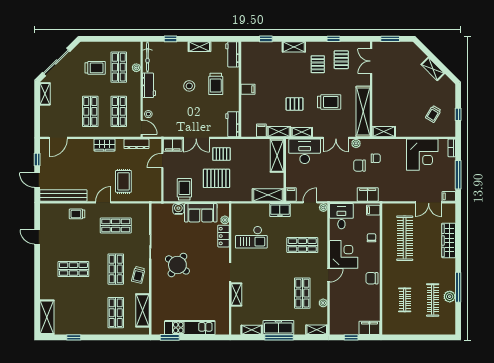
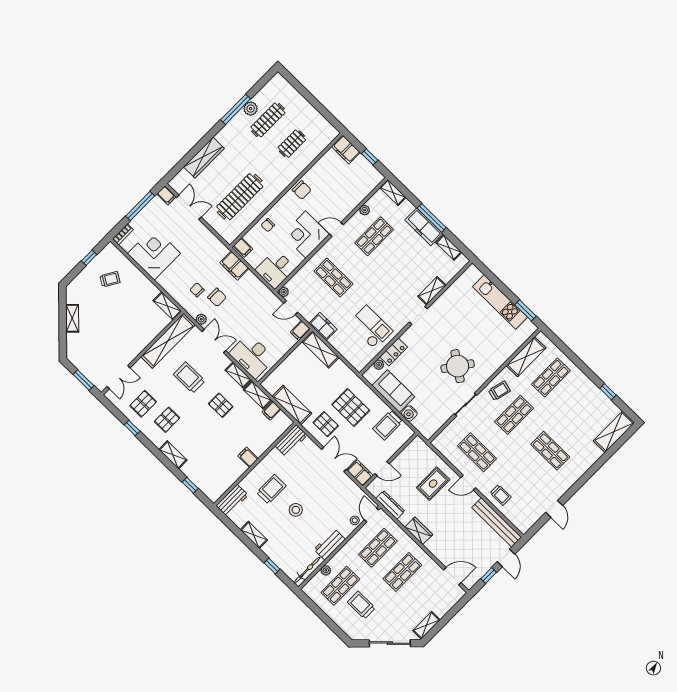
shelving: (277, 156) -> (292, 405), moved, turned 90

